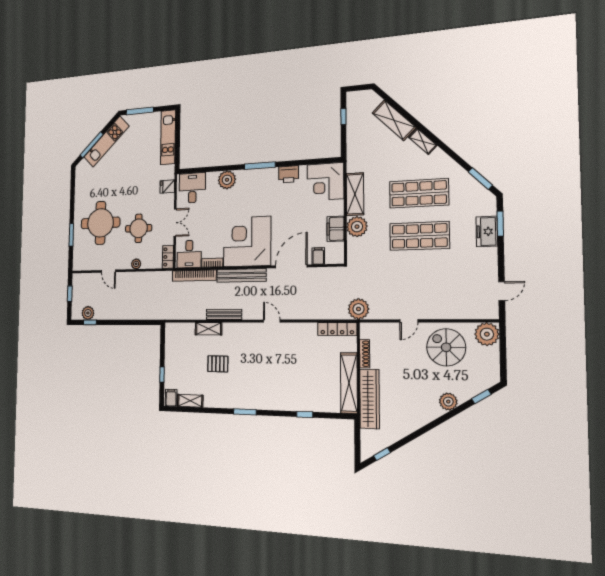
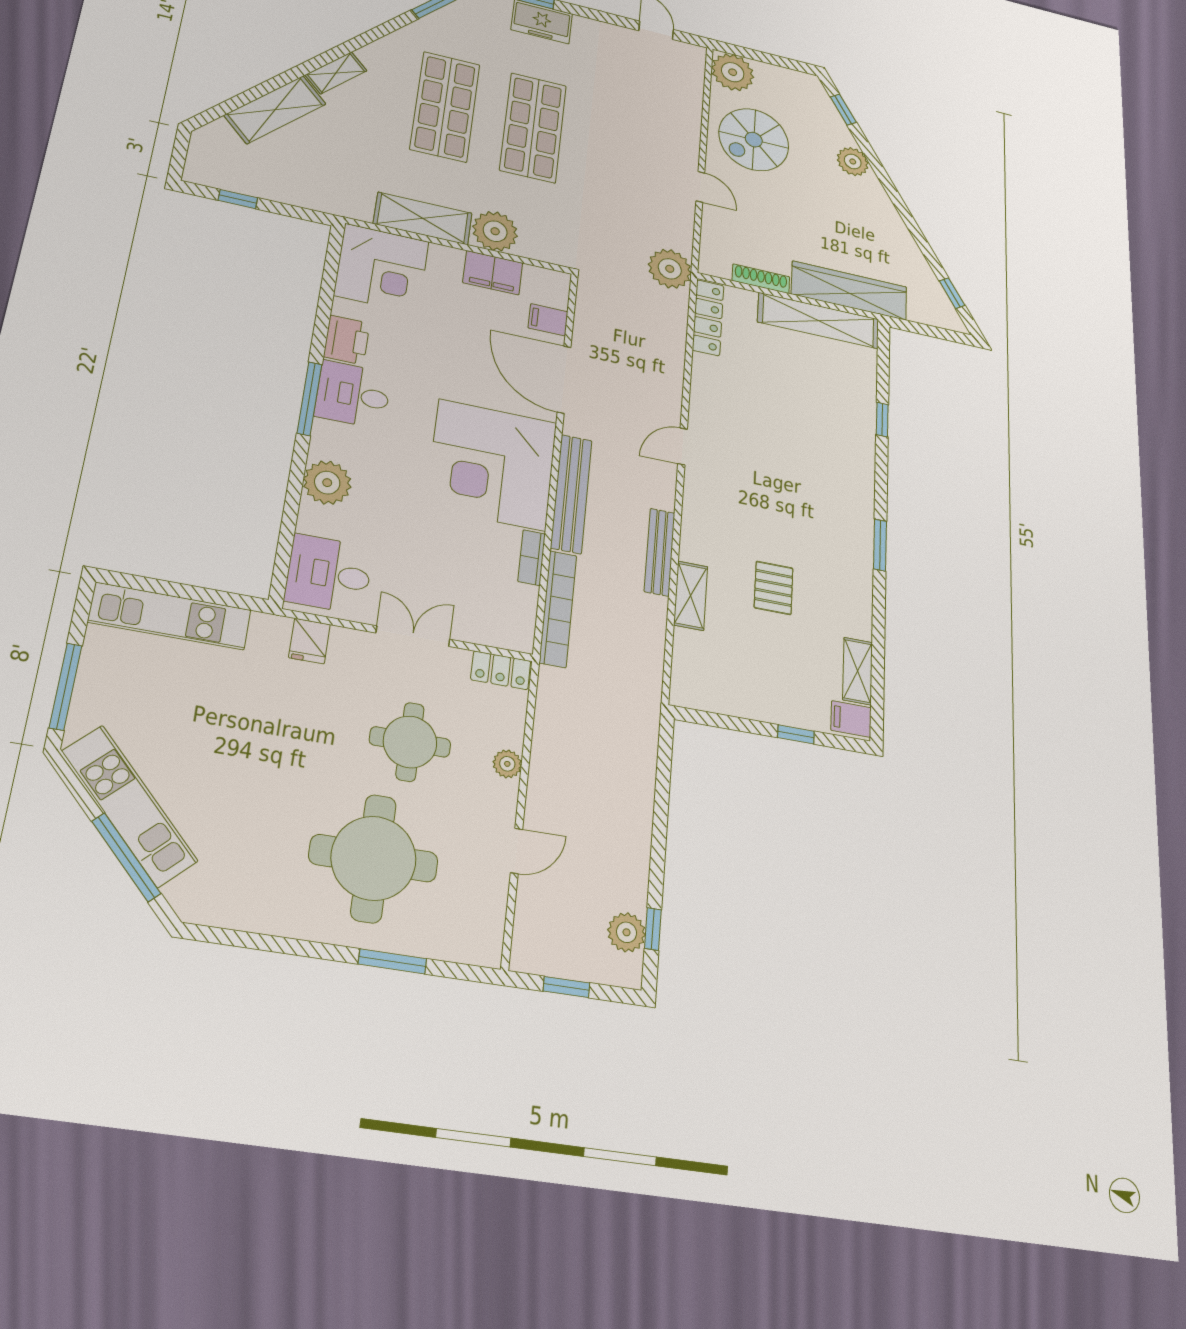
desk: (189, 254) -> (353, 395), moved, turned 180

